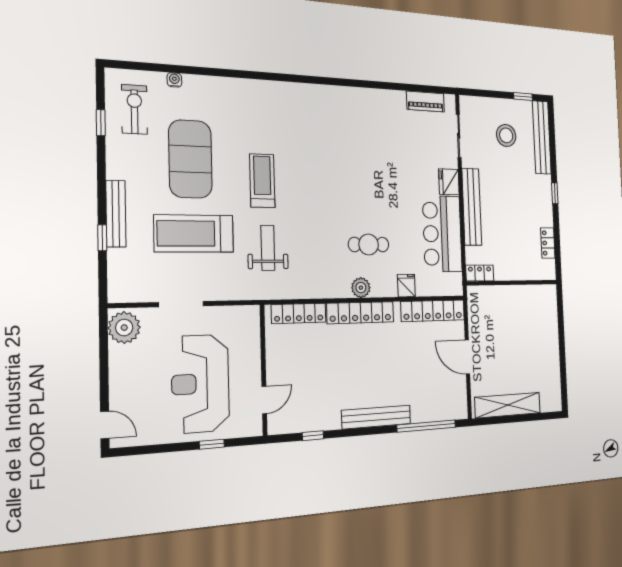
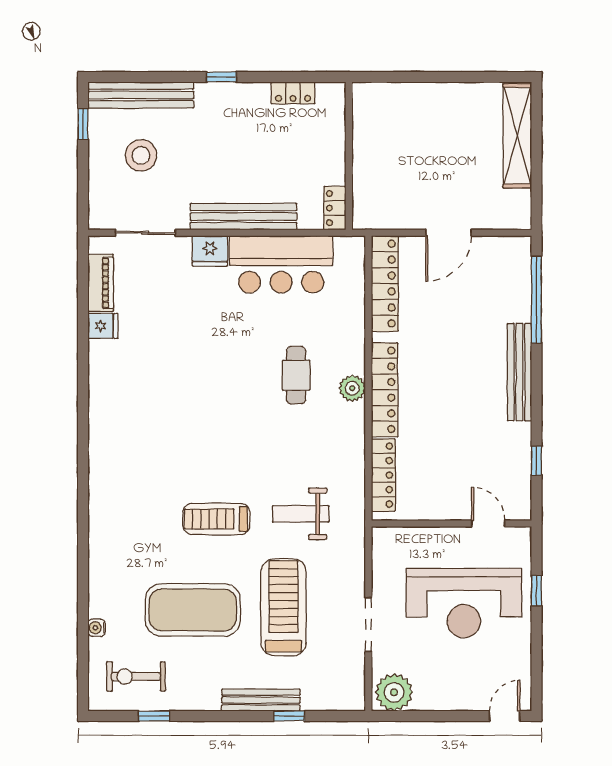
treadmill: (194, 234) -> (284, 607), turned 180
fridge: (406, 286) -> (103, 326), moved, turned 180
shelving: (508, 405) -> (517, 136), moved

